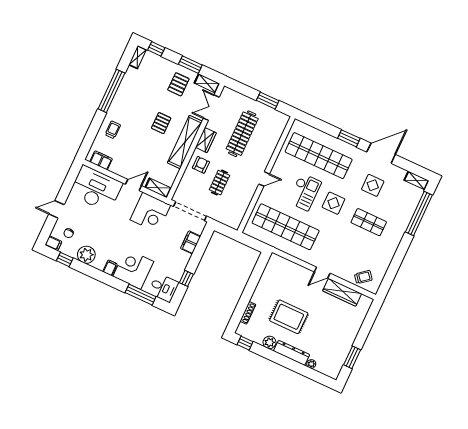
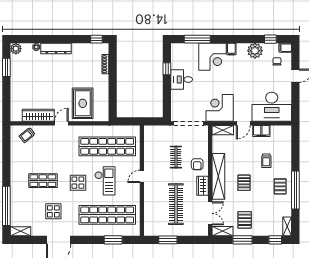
pallet: (126, 102) -> (280, 186), added
trolley: (113, 130) -> (266, 161), moved
window: (349, 138) -> (113, 240), moved
filing cabinet: (101, 160) -> (261, 131), moved
checkout: (305, 192) -> (105, 181), turned 180
filing cabinet: (191, 242) -> (177, 99), removed
desk: (164, 288) -> (182, 79), moved
rug: (289, 317) -> (83, 103), moved, turned 90
plant: (269, 342) -> (16, 49), moved

